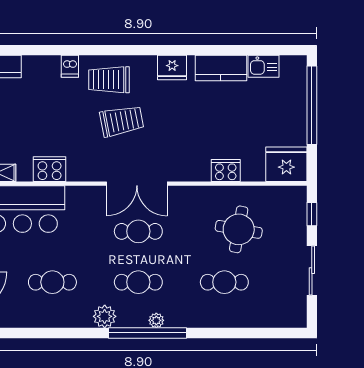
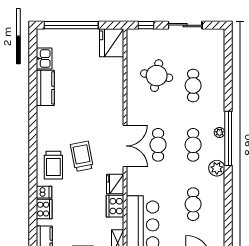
fridge: (172, 68) -> (115, 184), moved, turned 180
cooker: (226, 170) -> (44, 209), moved, turned 180

